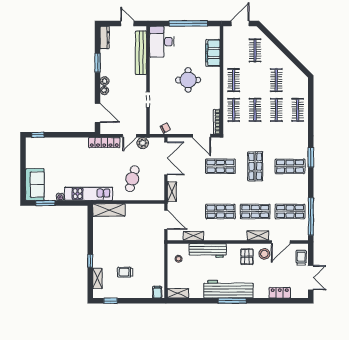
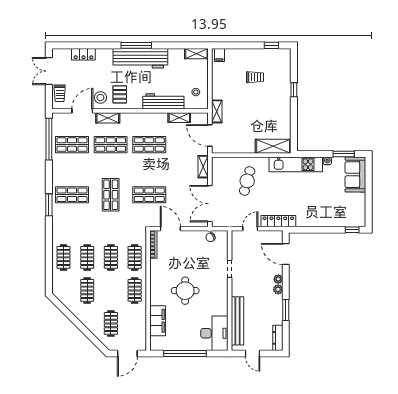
plant: (143, 143) -> (236, 221), removed
shelving: (97, 278) -> (217, 111), moved

